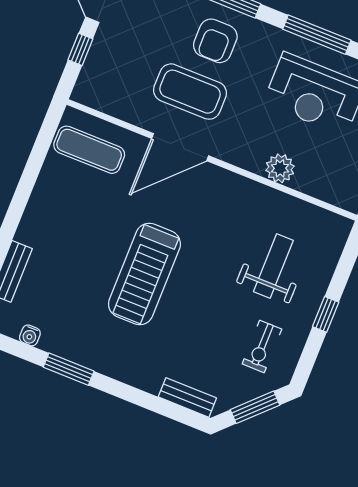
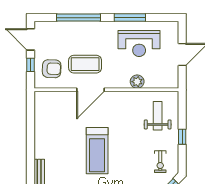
armchair: (215, 41) -> (52, 69), moved, turned -88
exercise mat: (89, 150) -> (52, 107), removed
weight bench: (273, 266) -> (158, 116), moved

